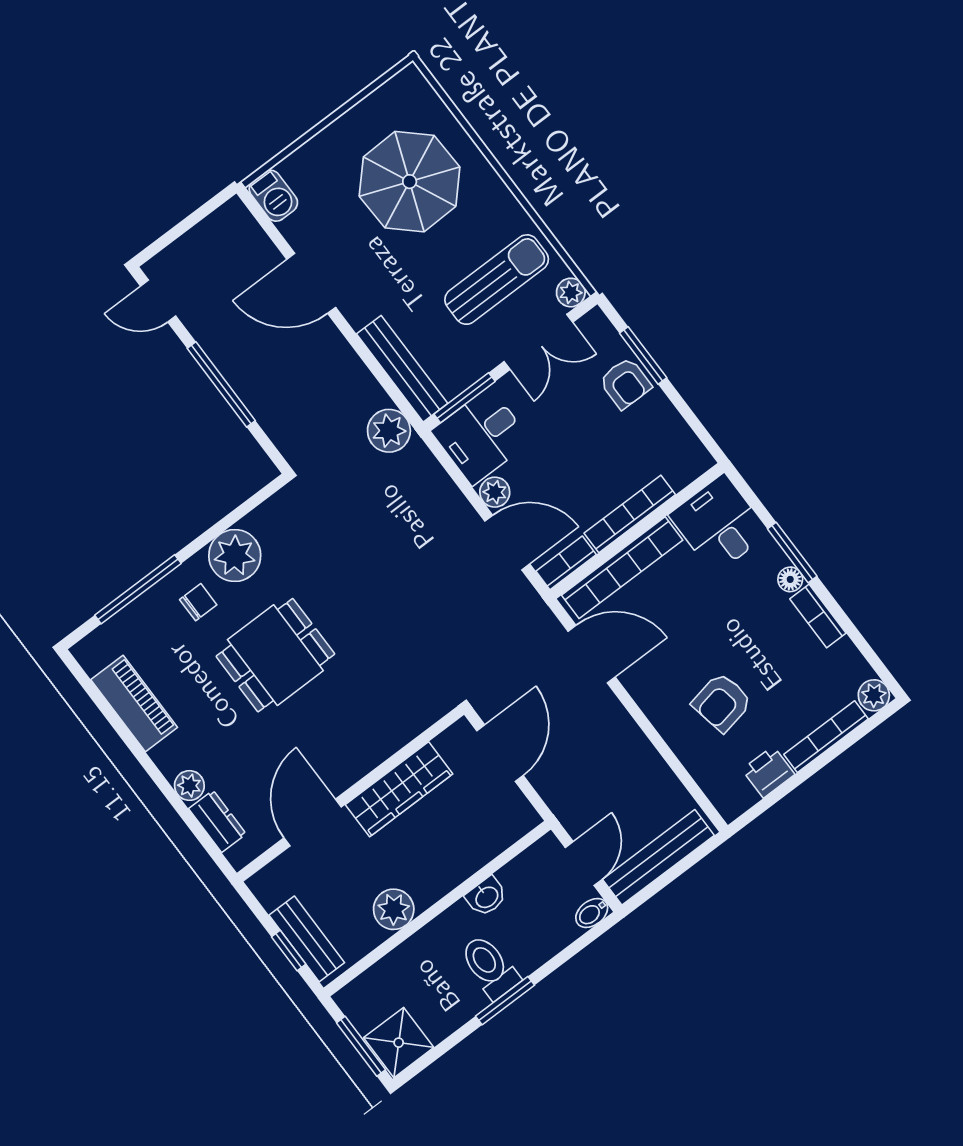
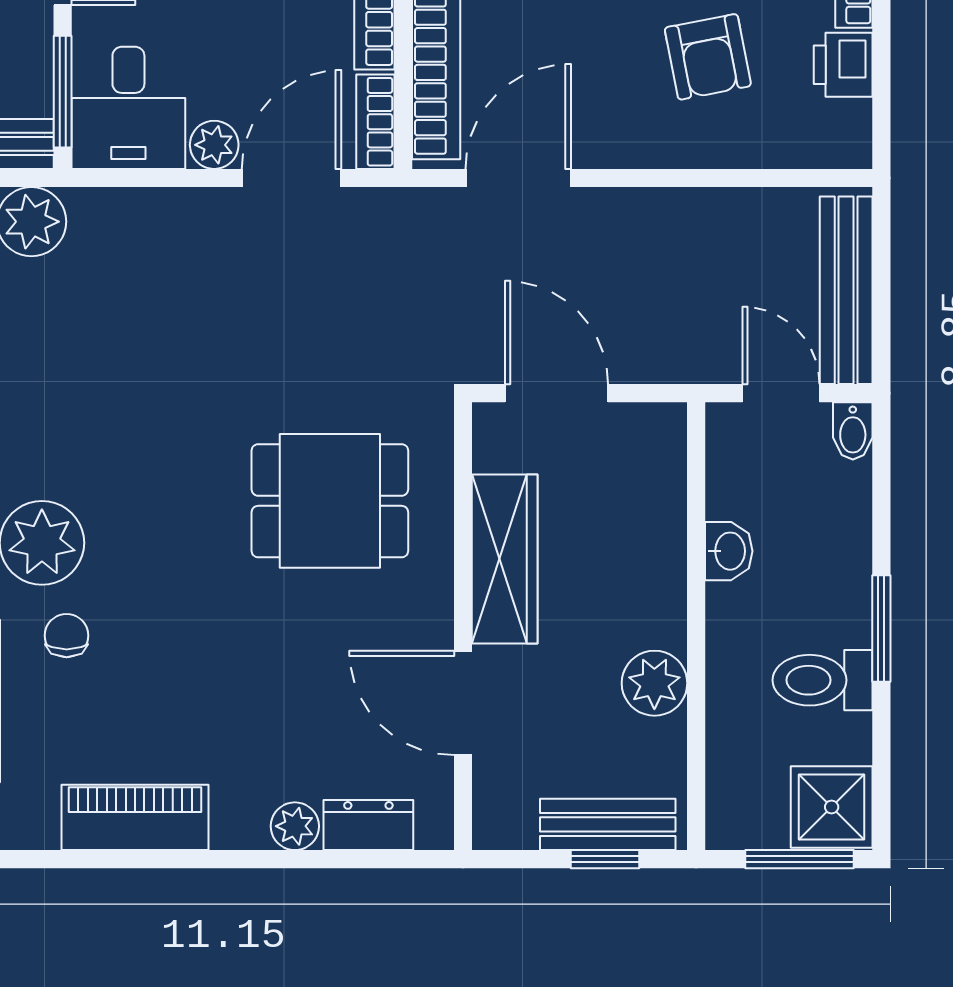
dining table: (275, 655) -> (330, 501), moved, turned 90
toilet: (490, 967) -> (822, 680), moved

